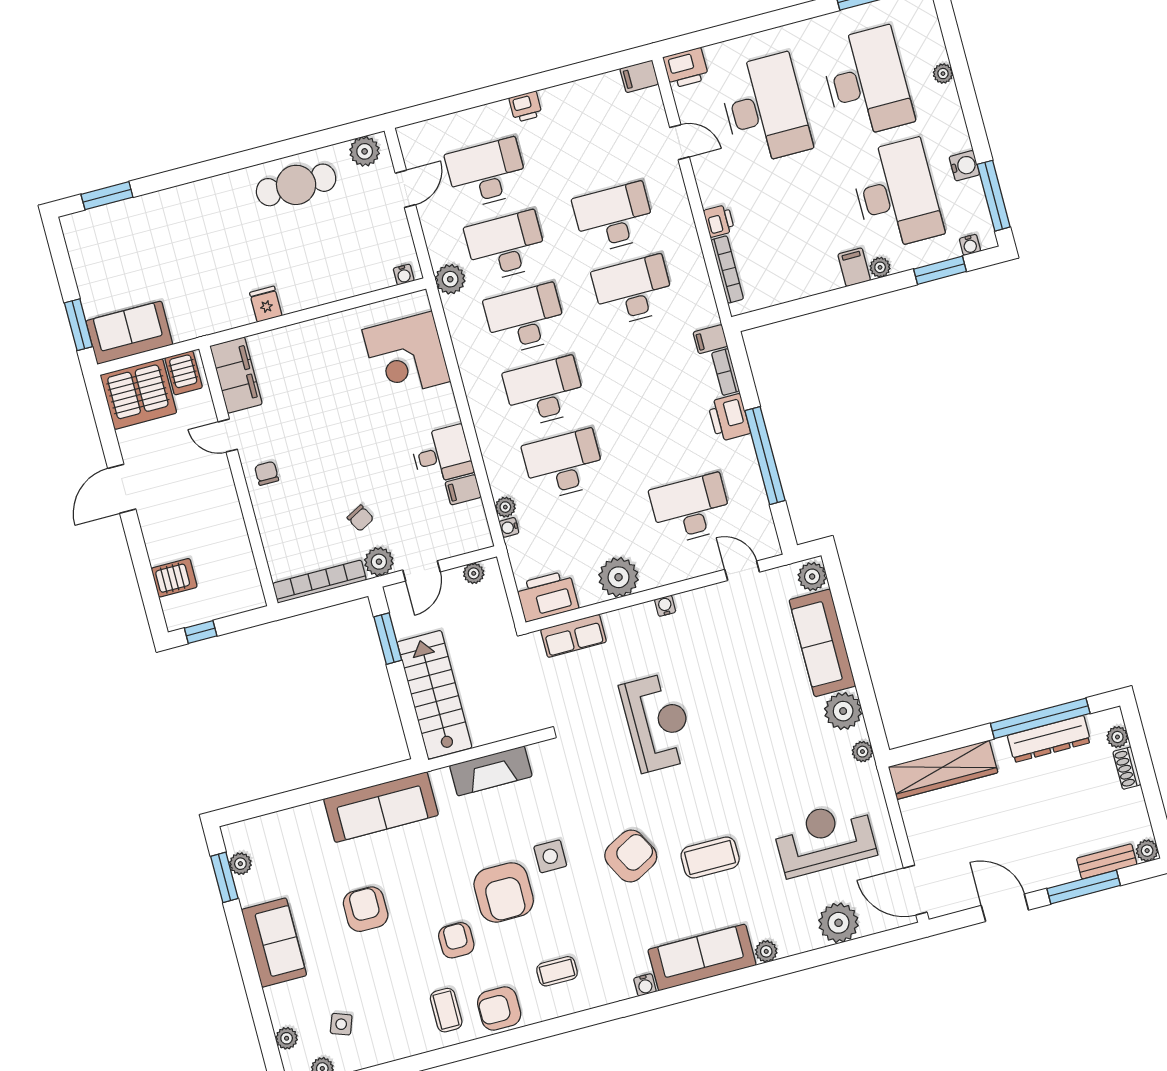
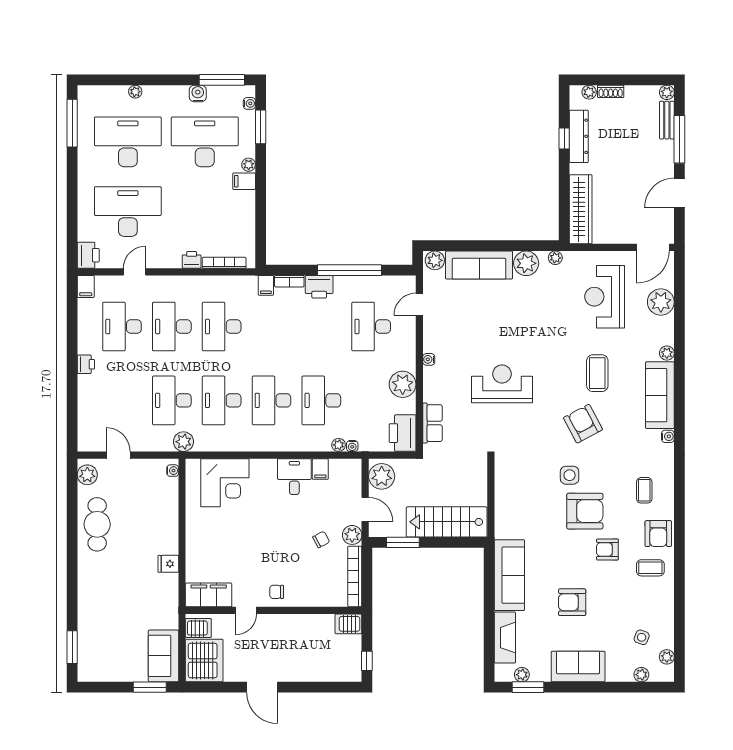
desk: (487, 173) -> (122, 327), moved
plant: (474, 573) -> (382, 476), width x1.88, depth x1.88
server rack: (174, 578) -> (348, 624), moved, turned -90
window: (1040, 718) -> (564, 139), width x0.32
fireplace: (491, 771) -> (505, 638), moved

